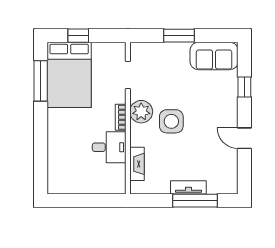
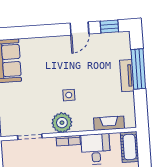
window: (244, 87) -> (109, 26), moved
side table: (171, 121) -> (69, 95), width x0.54, depth x0.54
cot: (109, 185) -> (130, 147), added

